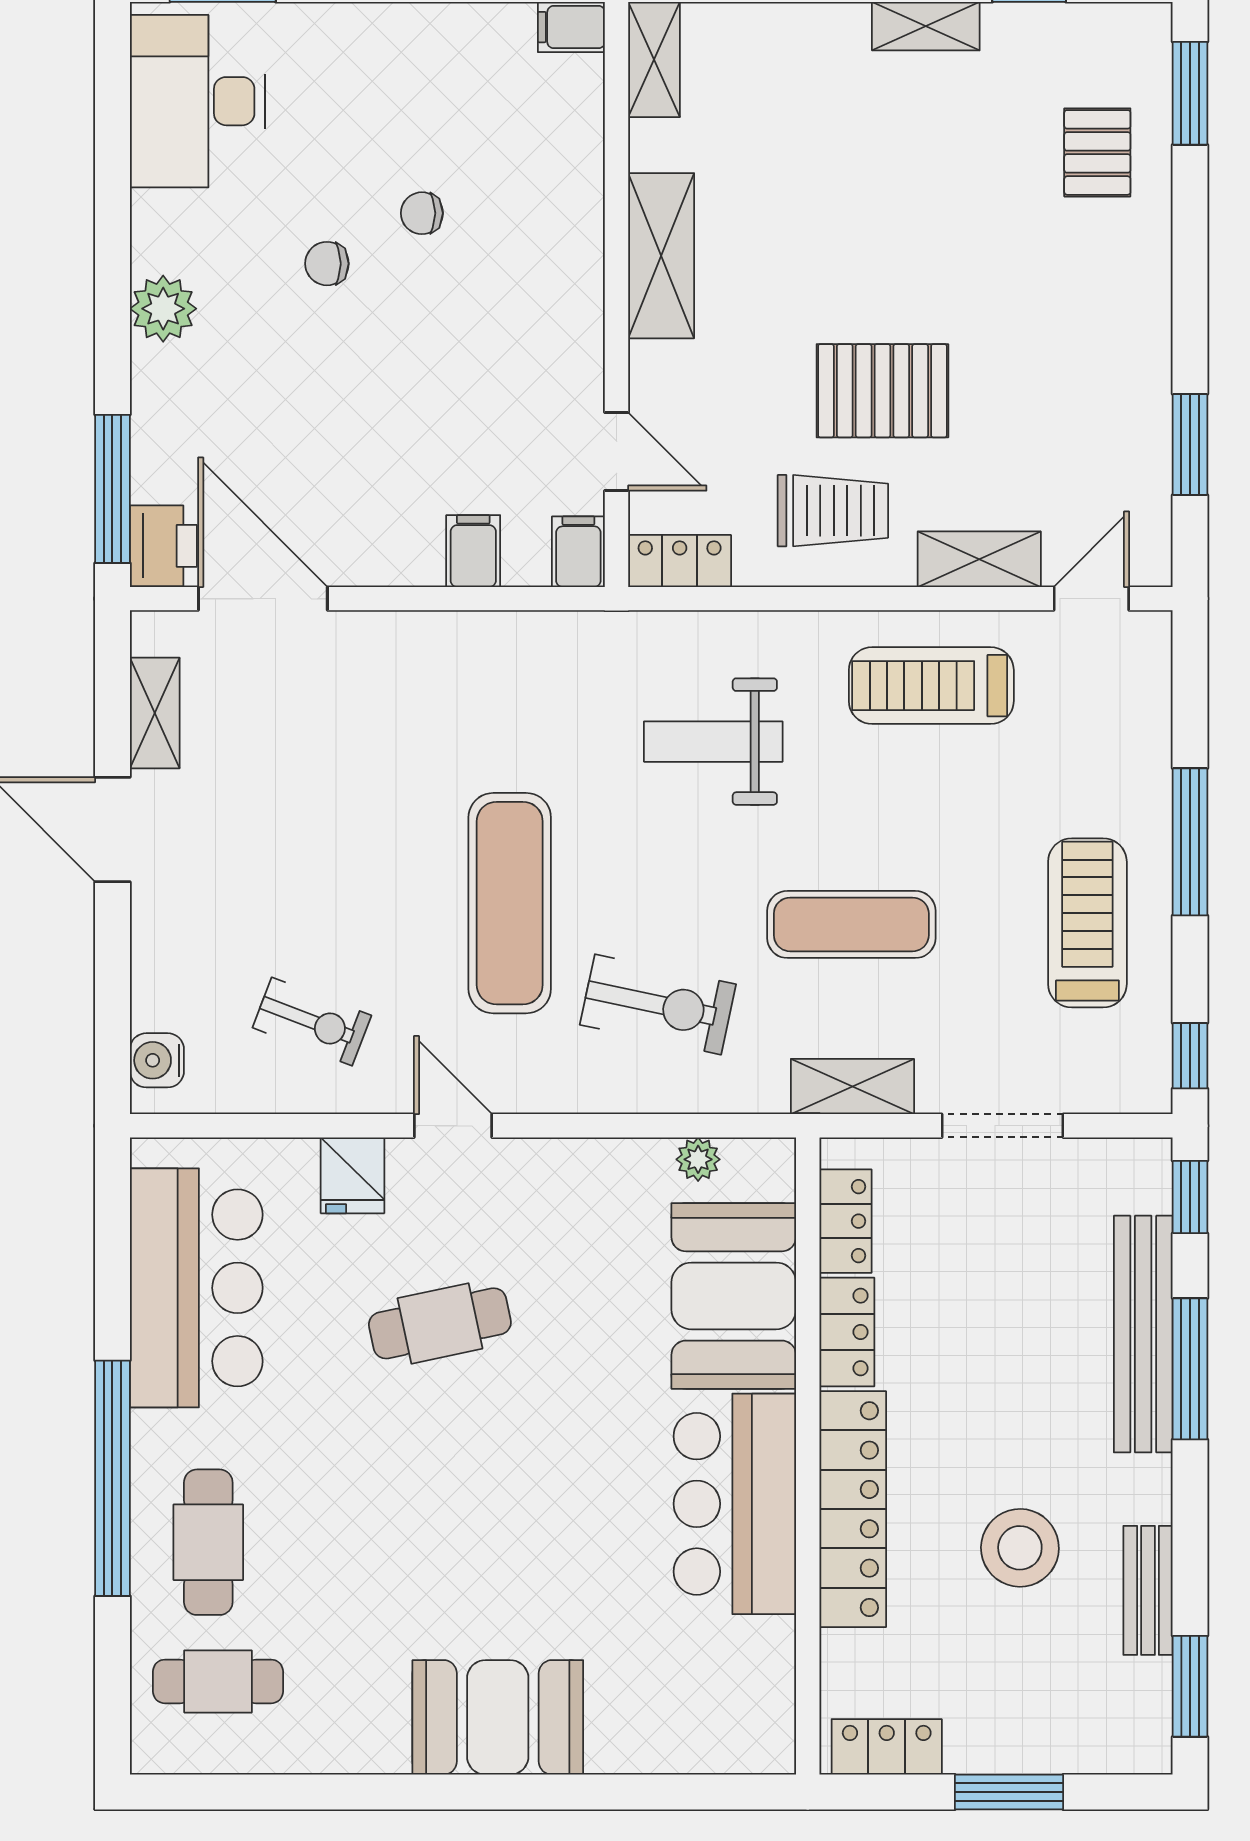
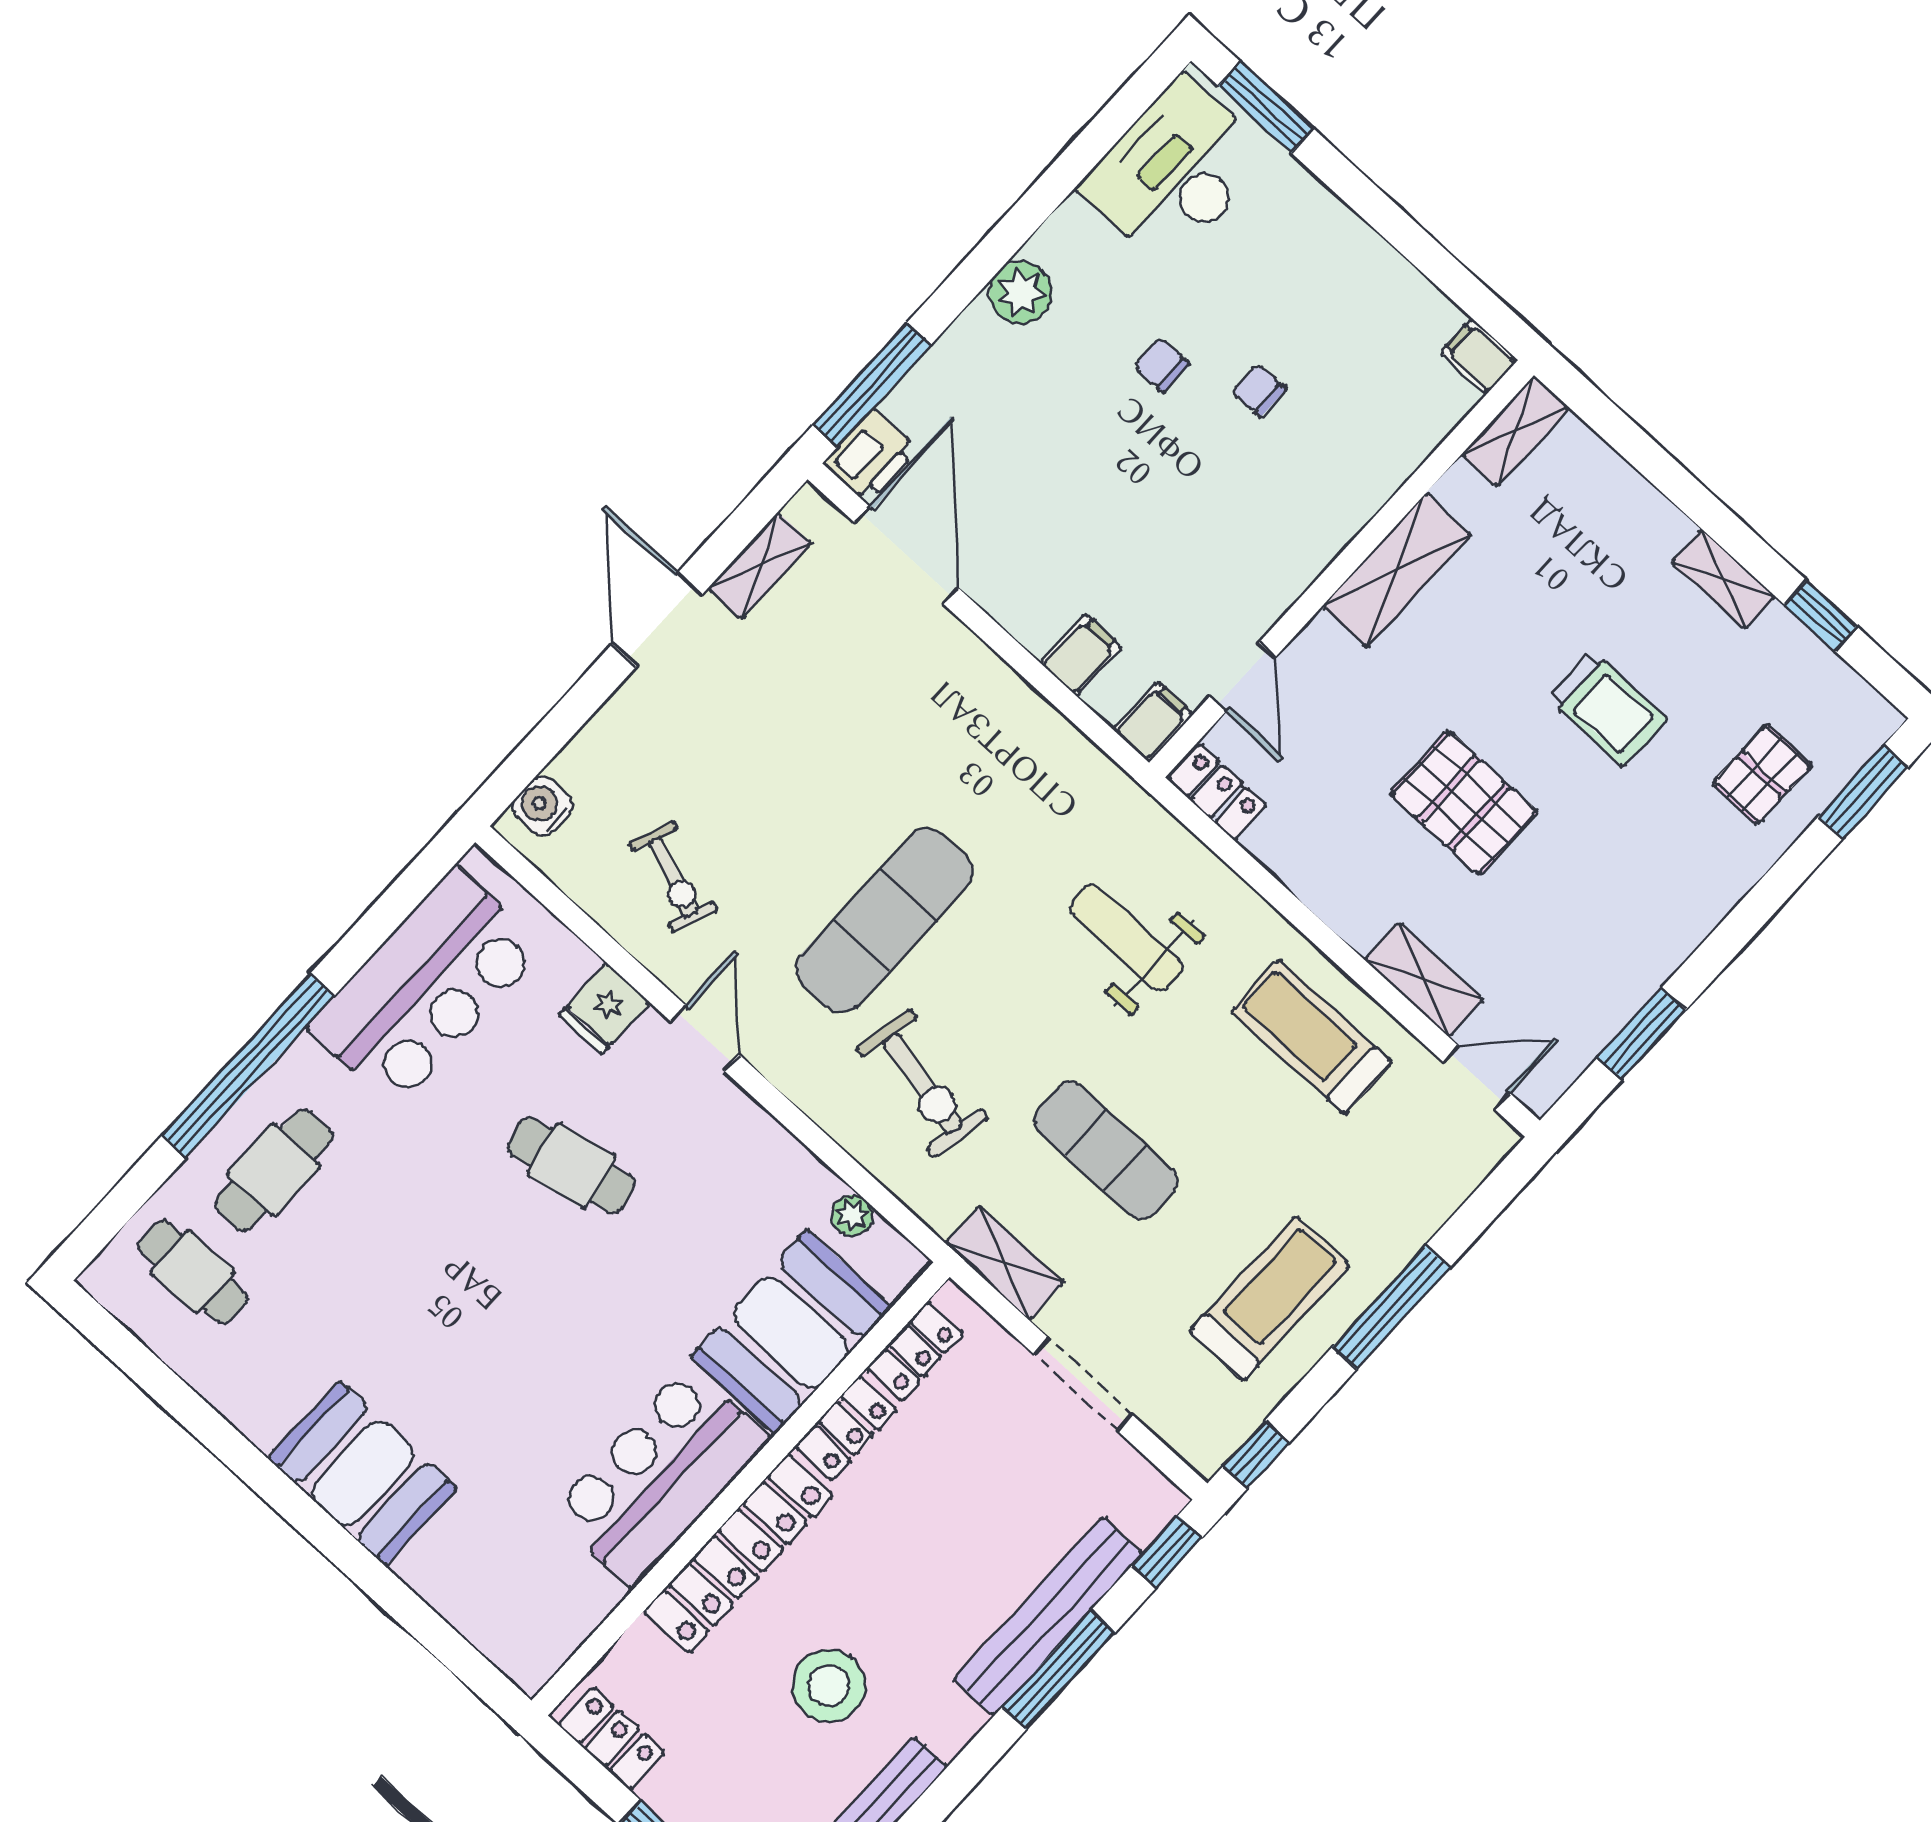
trolley: (833, 511) -> (1608, 709), moved

